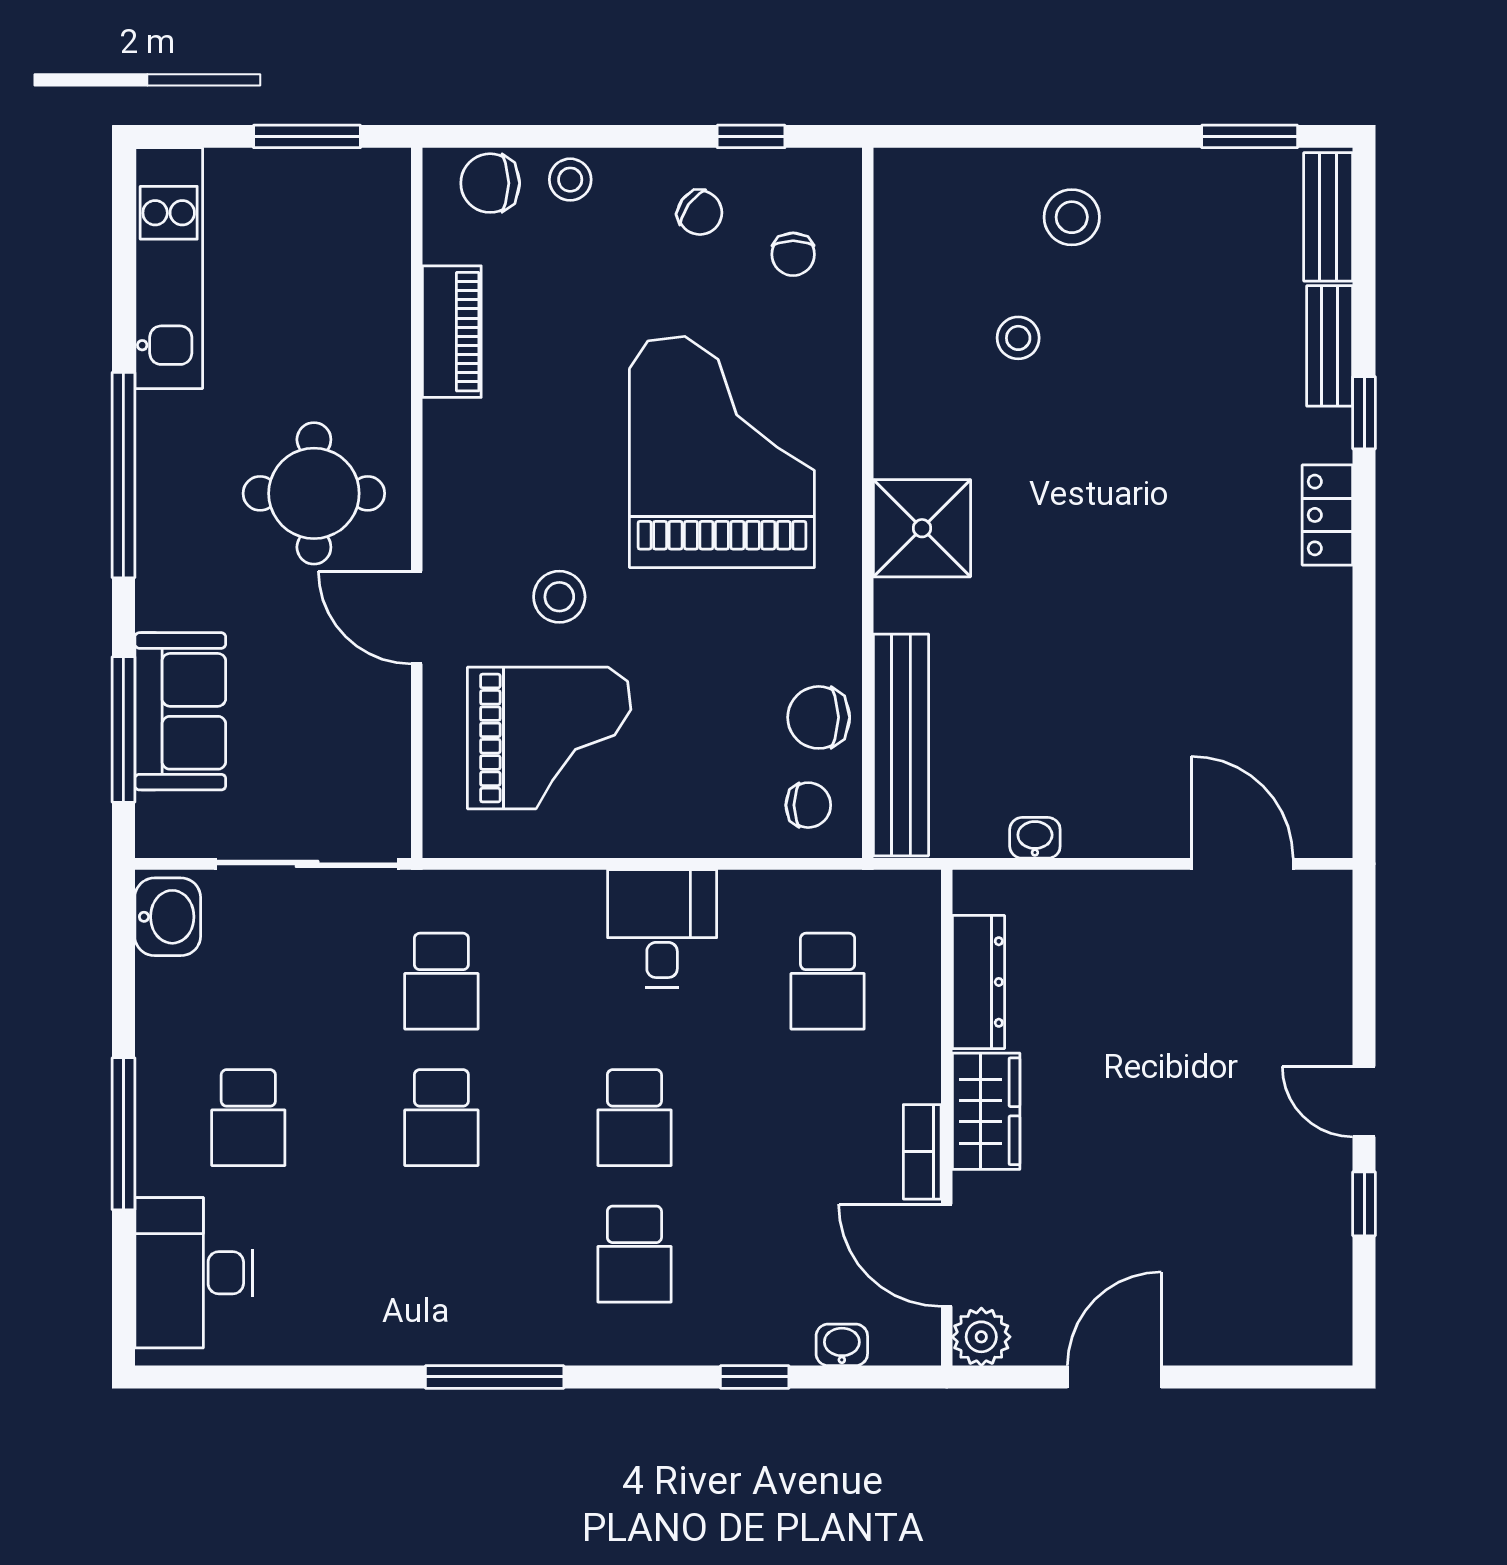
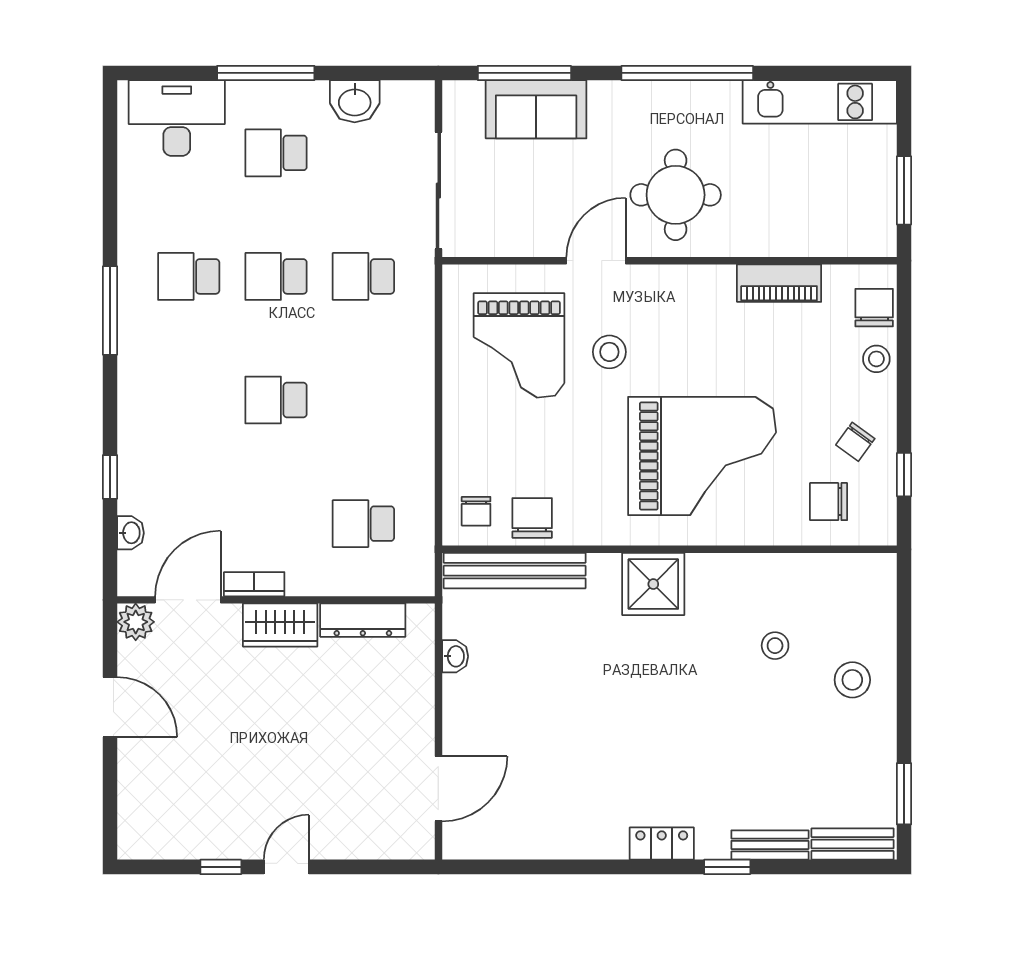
chair: (793, 254) -> (829, 502), width x1.37, depth x1.37
washbasin: (168, 917) -> (355, 101), moved
desk: (662, 928) -> (397, 418), removed
school desk: (634, 1254) -> (189, 276), moved

